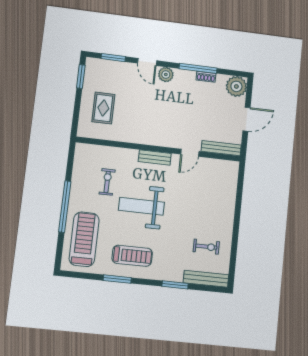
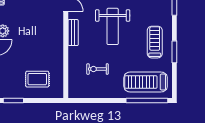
weight bench: (141, 206) -> (113, 26), moved
window: (65, 207) -> (147, 101), moved

